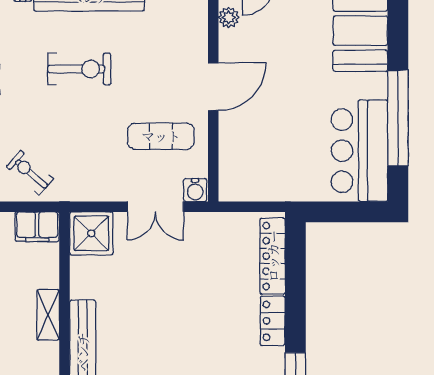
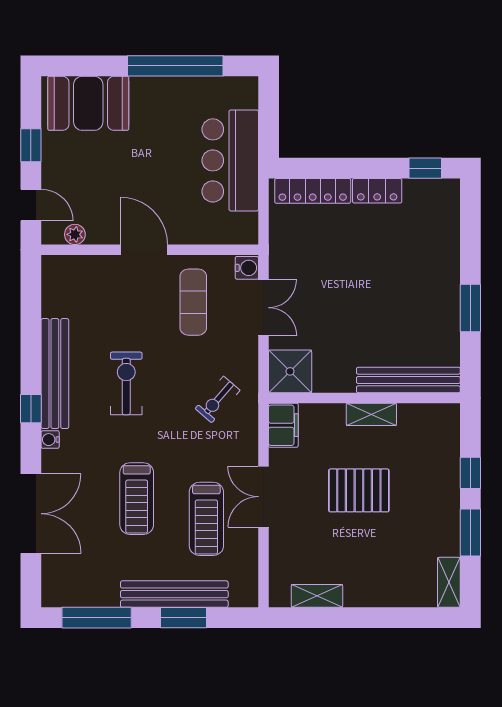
bar counter: (359, 151) -> (230, 160), moved, turned 90
exercise bike: (30, 173) -> (218, 399), moved

